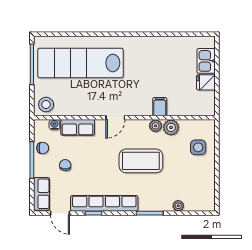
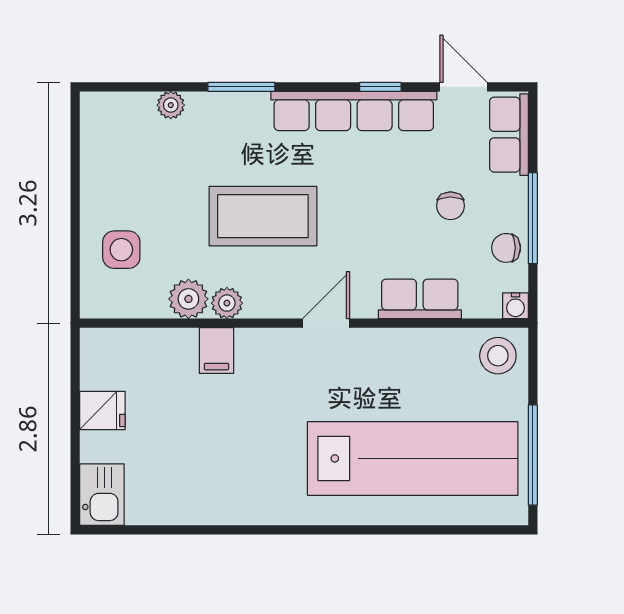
kitchen sink: (206, 61) -> (102, 495), moved
water cooler: (54, 125) -> (515, 306), moved

